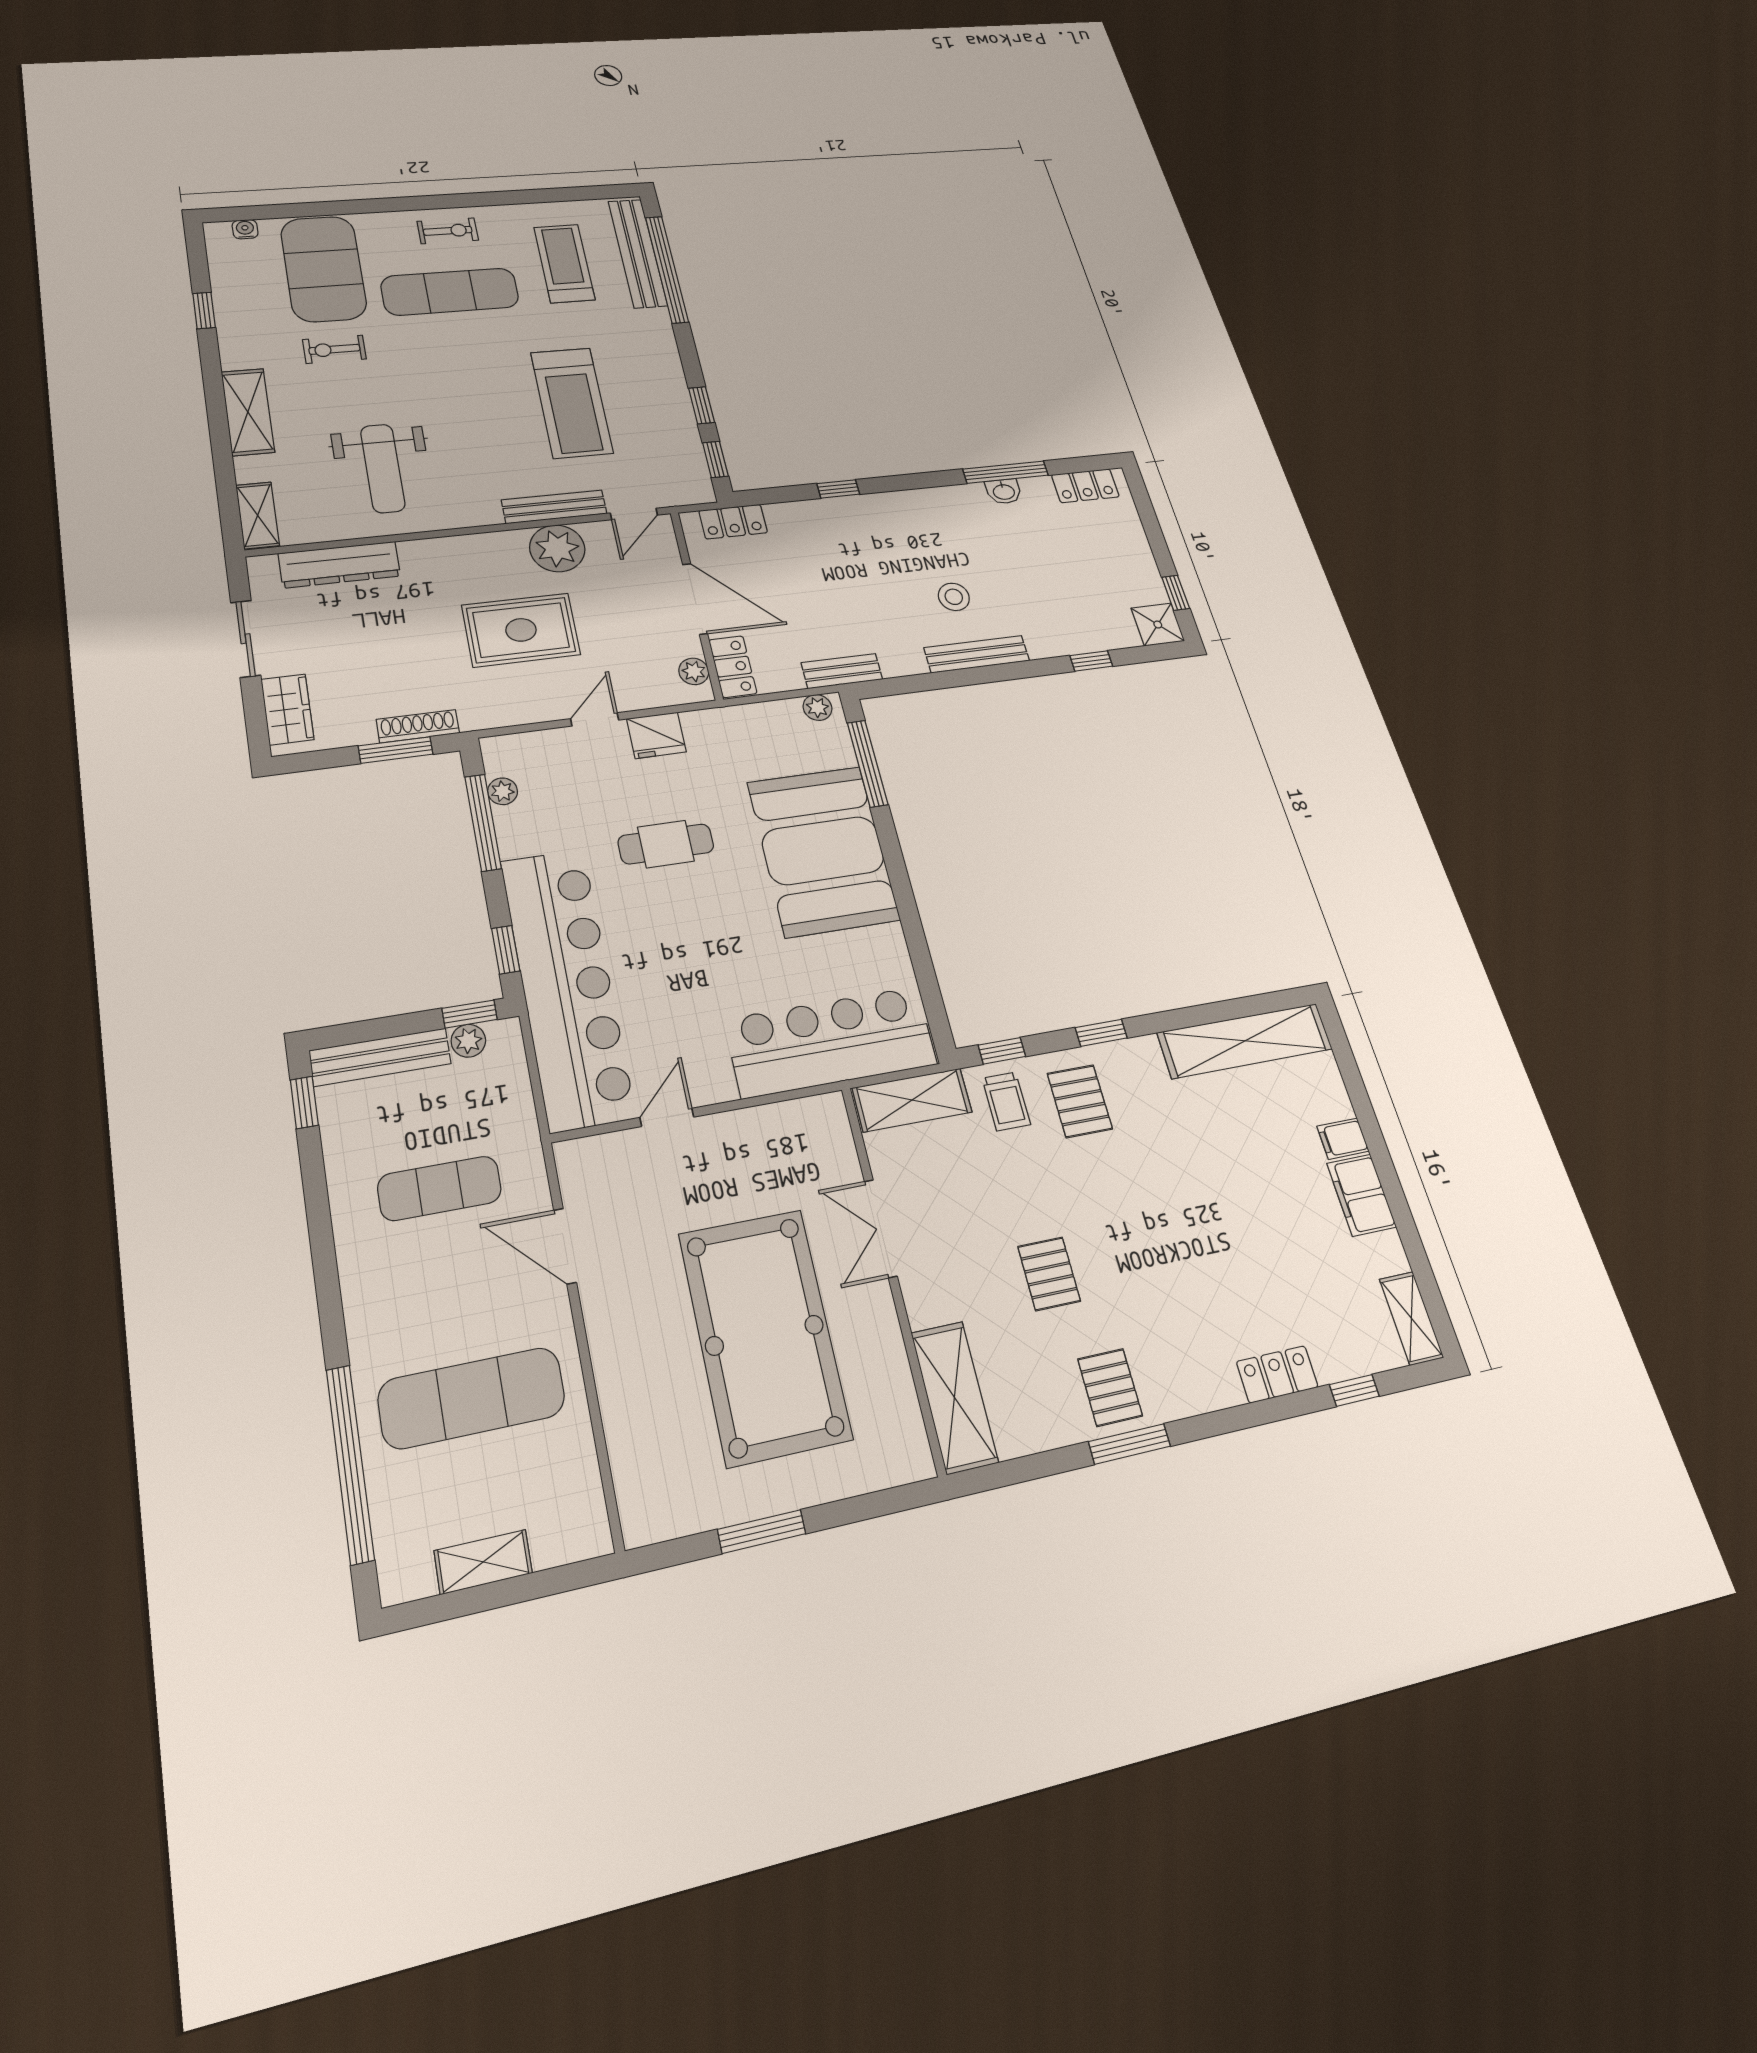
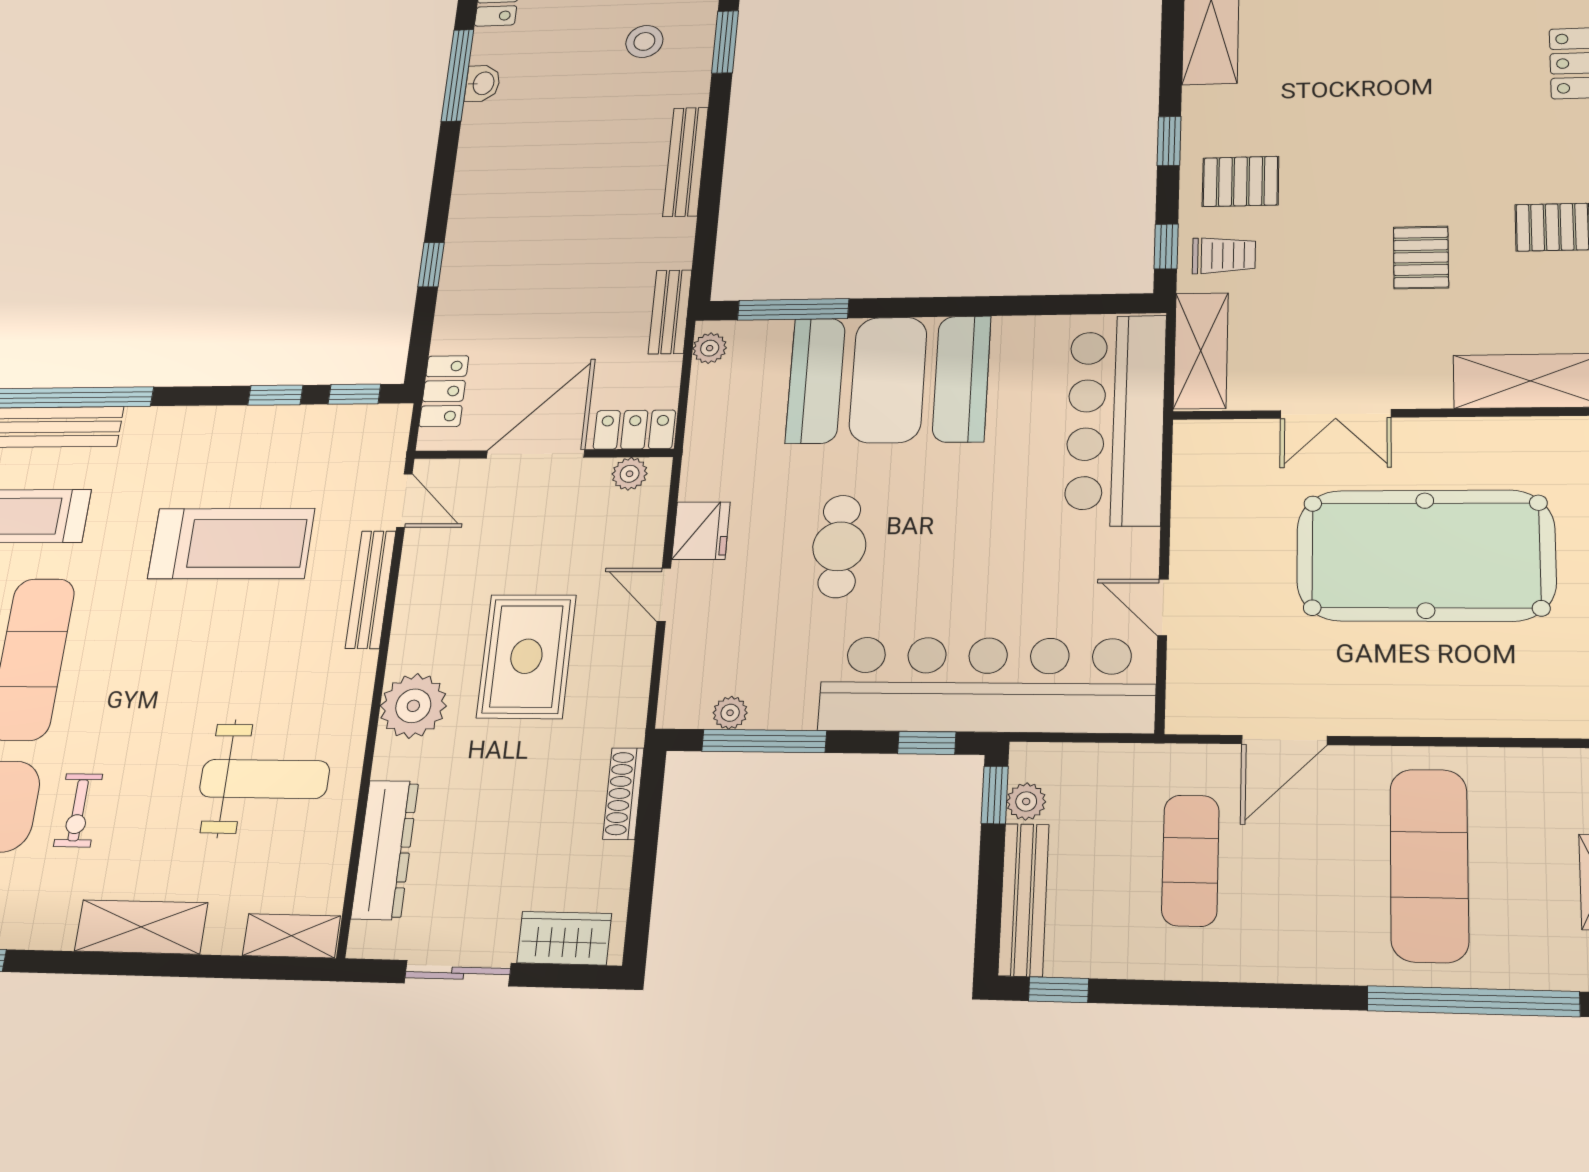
plant: (557, 548) -> (413, 706), moved
stool: (954, 597) -> (644, 41), moved
window: (1091, 661) -> (725, 42), width x1.50
window: (396, 750) -> (648, 823), removed
pallet: (1049, 1274) -> (1421, 257), turned 90

